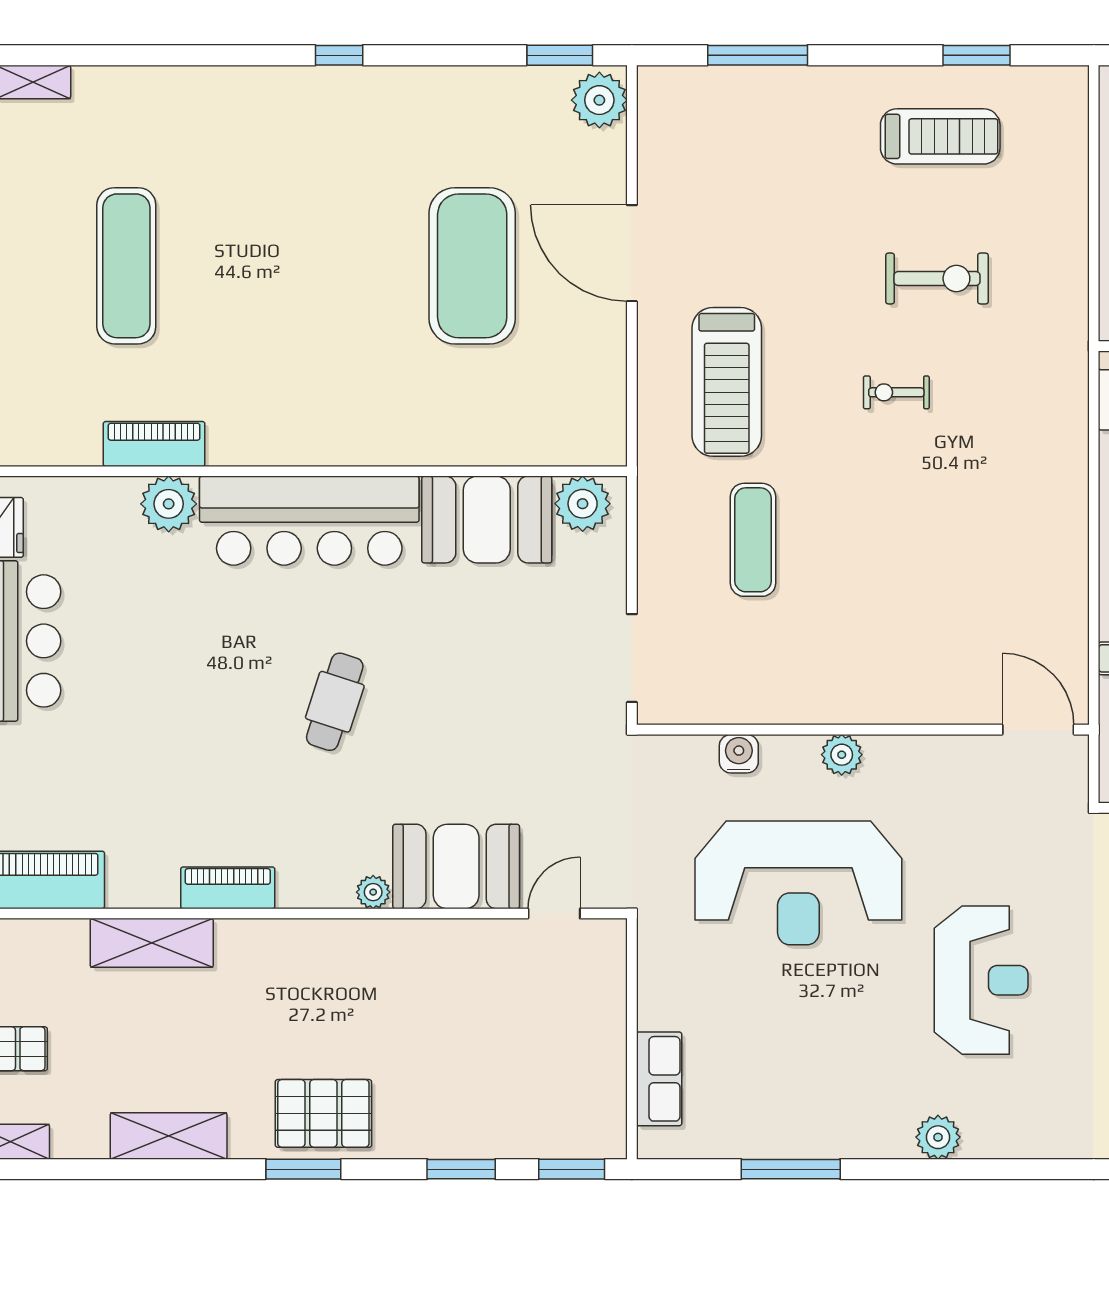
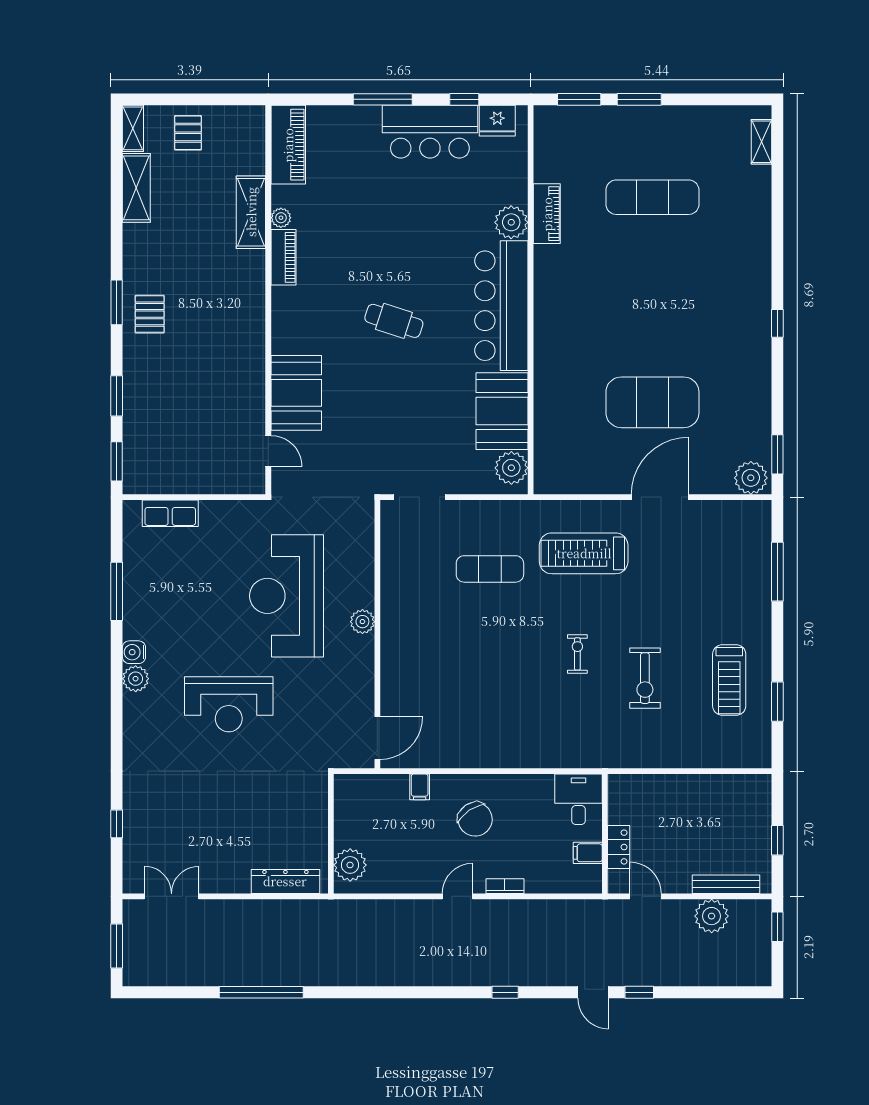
water cooler: (739, 754) -> (134, 652), moved, turned 180
plant: (373, 892) -> (281, 218), moved
pallet: (323, 1113) -> (150, 314), width x0.67, depth x0.71
shelving: (169, 1136) -> (136, 188), moved

